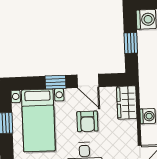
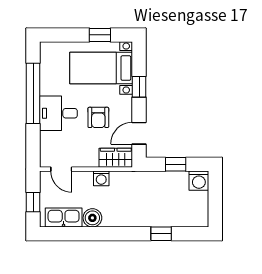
door: (88, 81) -> (139, 133), moved
armchair: (87, 121) -> (98, 117), turned -90

